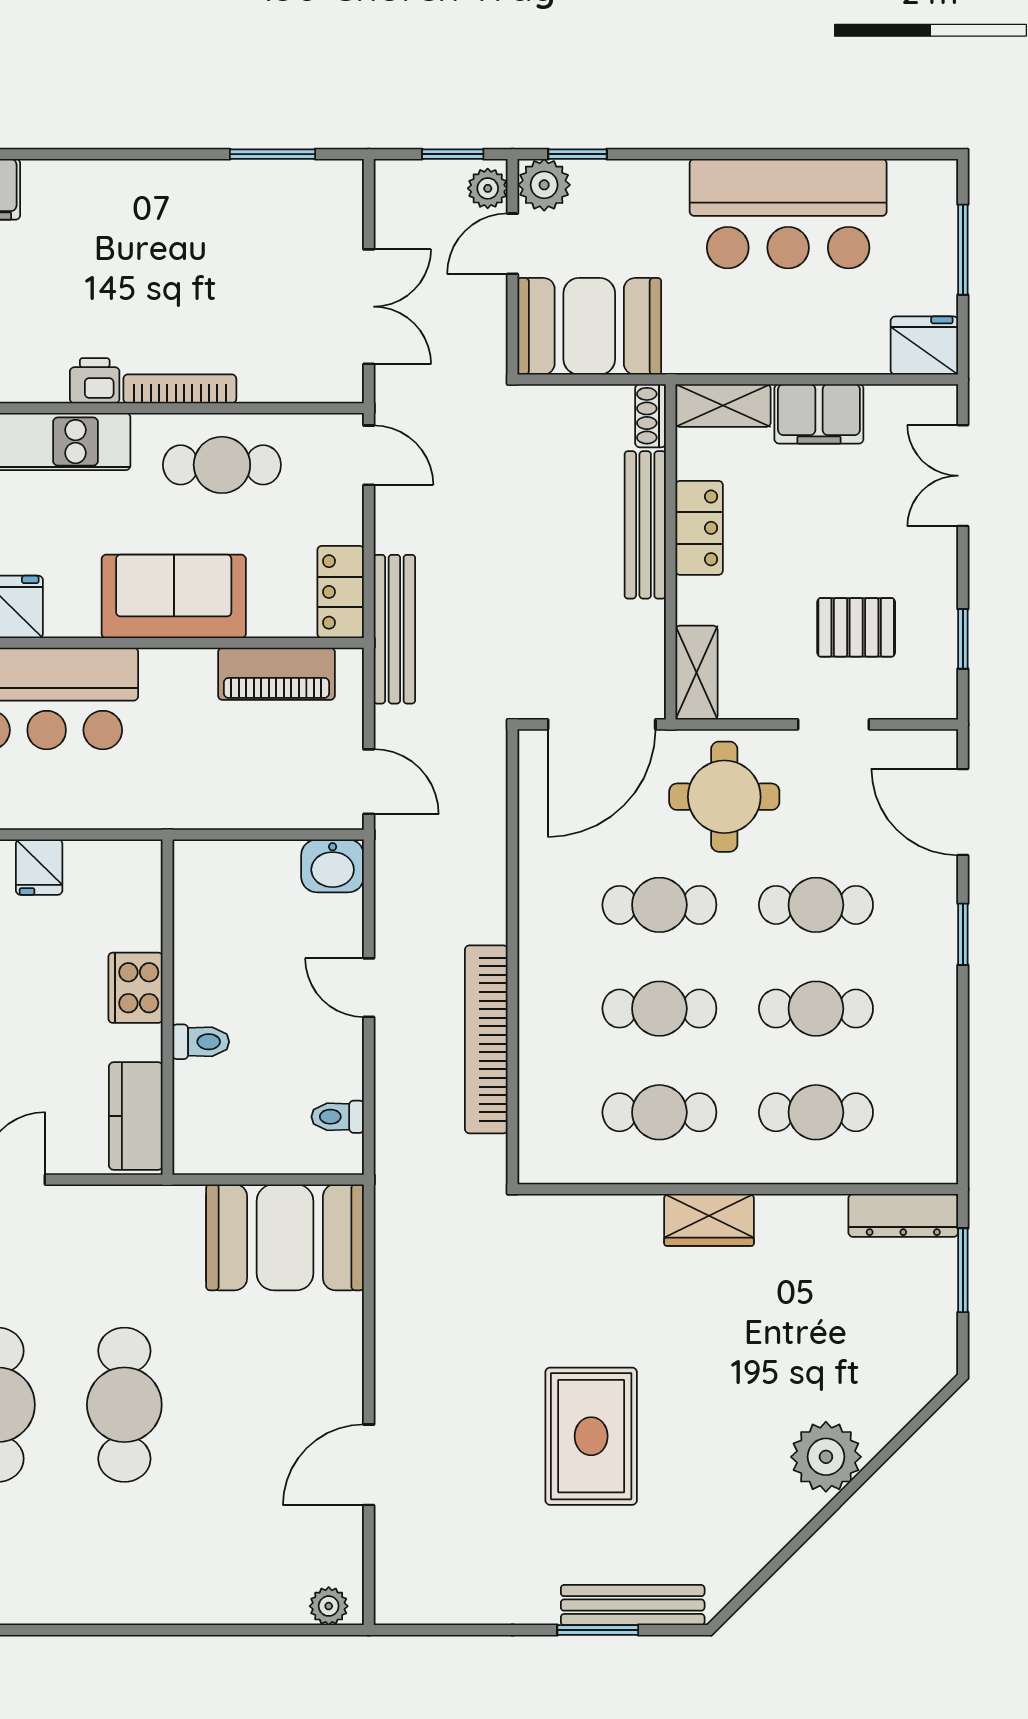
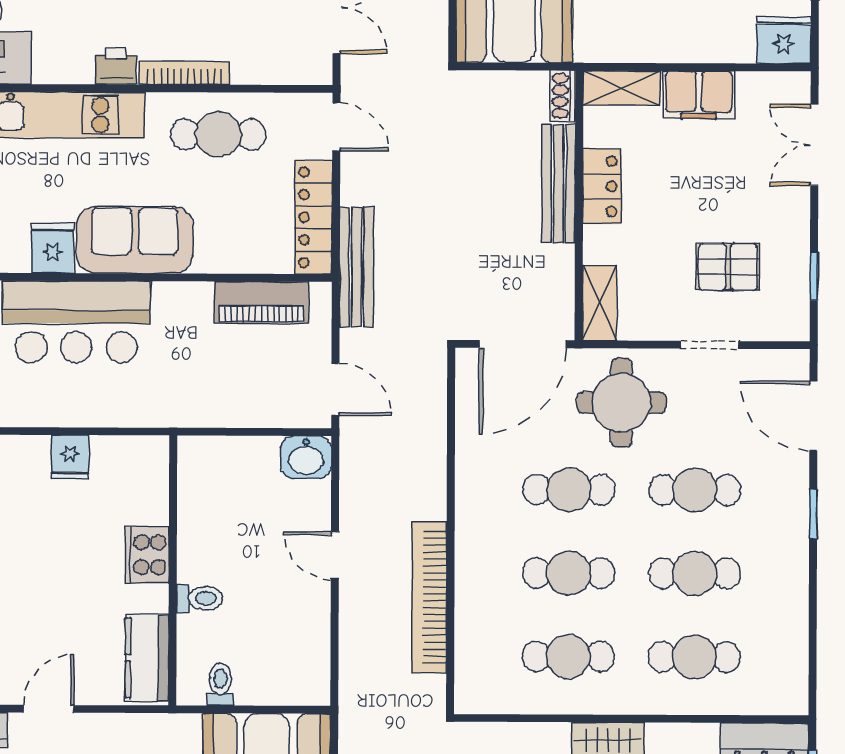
locker: (341, 592) -> (313, 217), width x1.53
sofa: (174, 596) -> (135, 240), moved
toilet: (338, 1117) -> (220, 684), moved, turned 90

